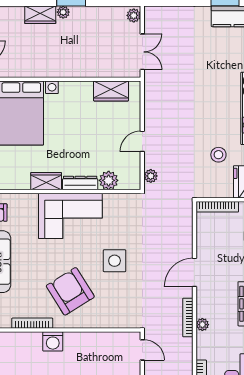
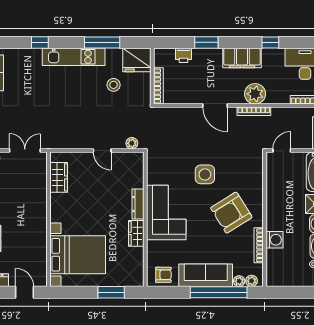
plant: (109, 180) -> (136, 180), removed
plant: (202, 325) -> (255, 94), width x1.88, depth x1.88
washing machine: (53, 341) -> (274, 240), moved

